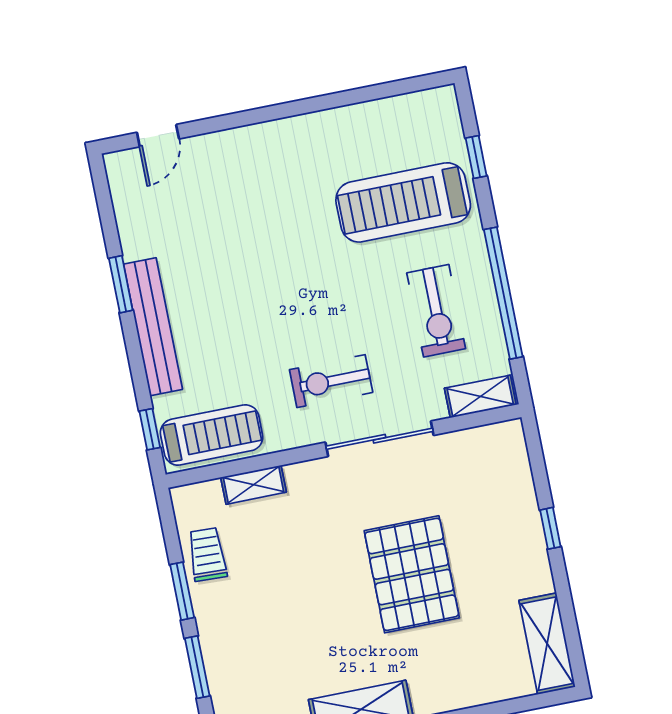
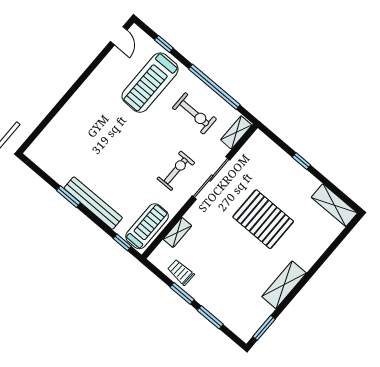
door: (158, 136) -> (119, 36), moved
exercise bike: (331, 381) -> (176, 171), turned 180

